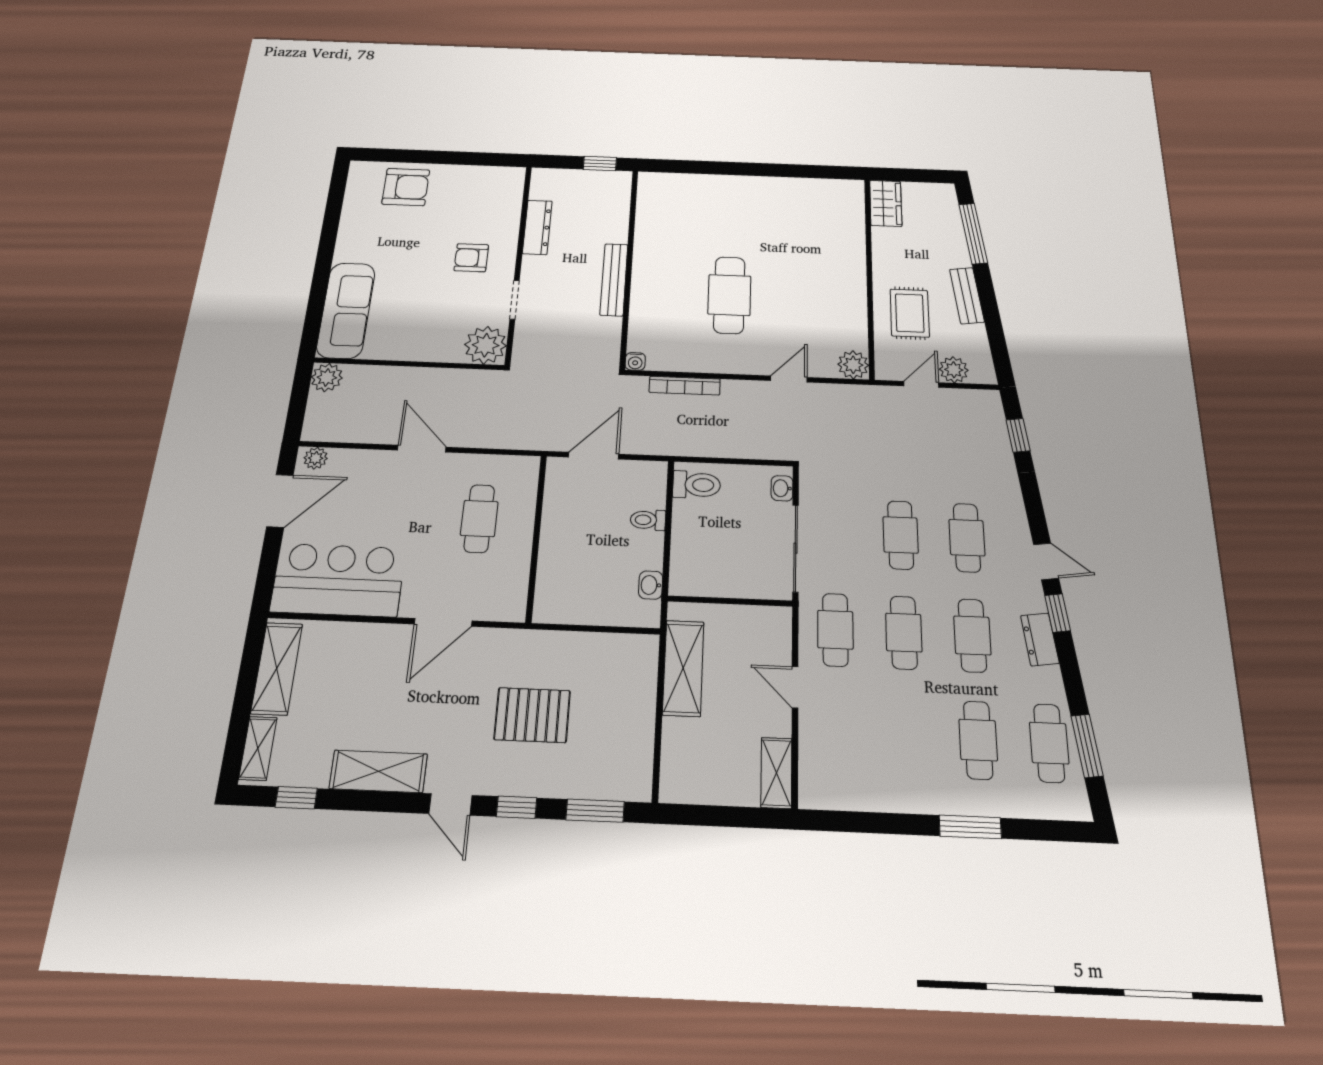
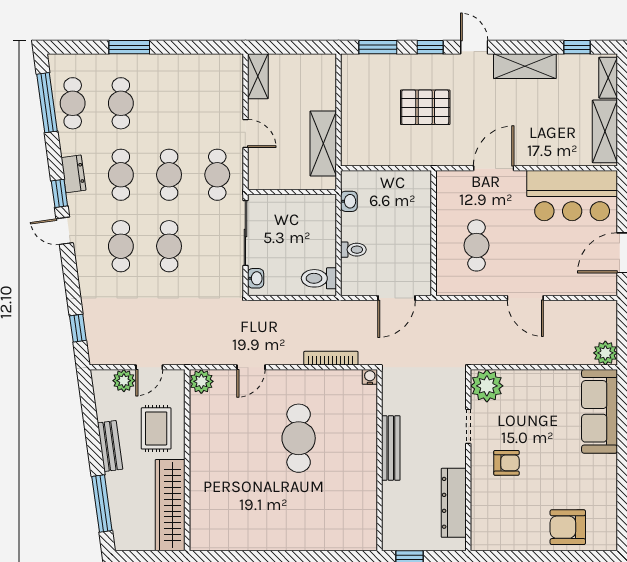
wardrobe: (886, 203) -> (170, 505), width x2.10, depth x1.17
dresser: (537, 227) -> (454, 503), width x1.37, depth x1.24
plant: (316, 458) -> (603, 287), removed
window: (1087, 746) -> (47, 103), width x1.44

